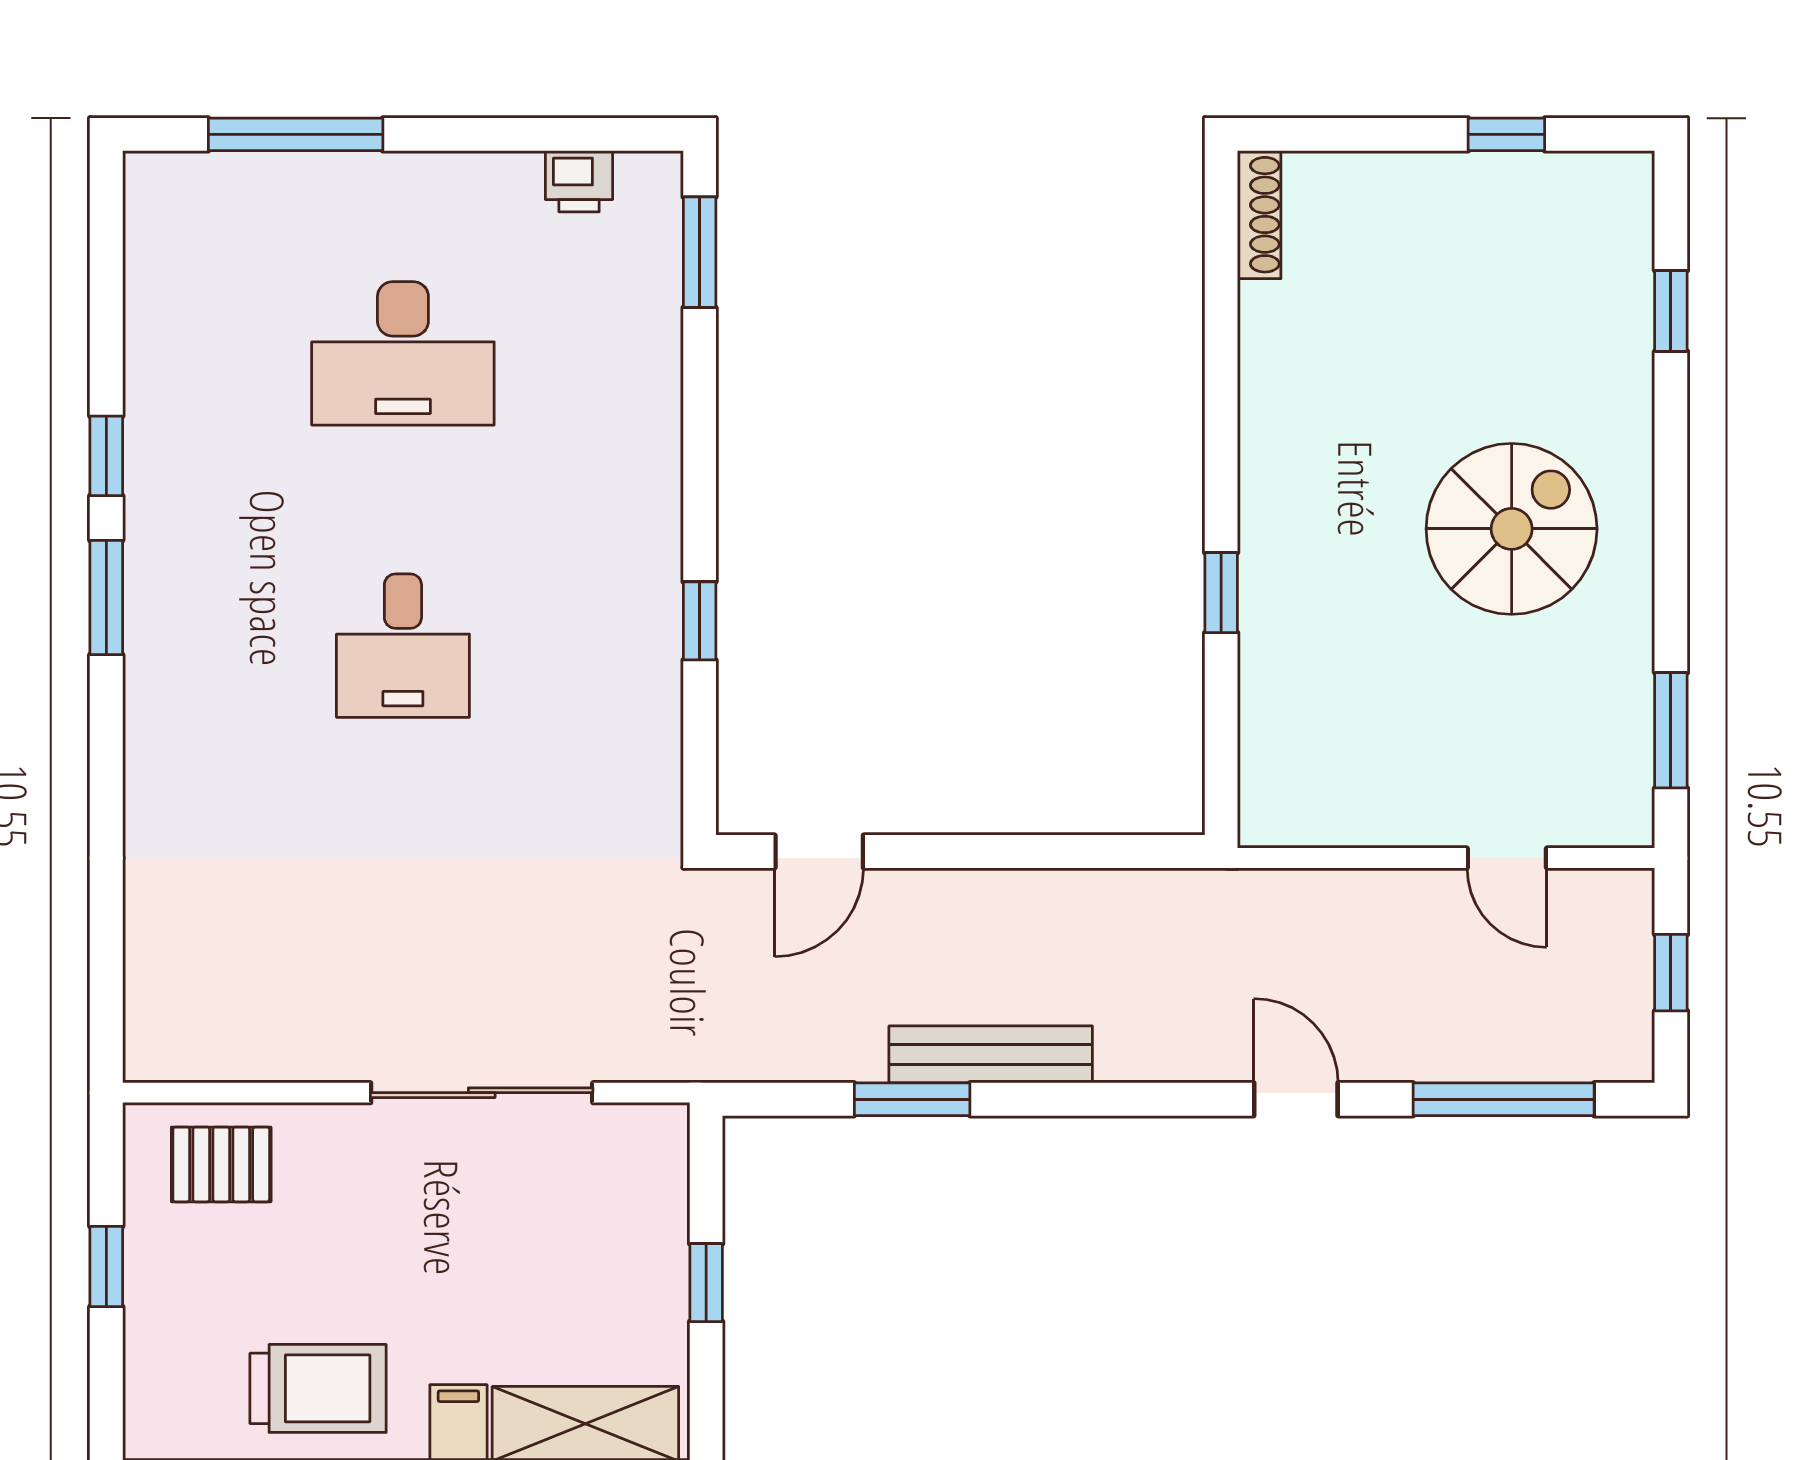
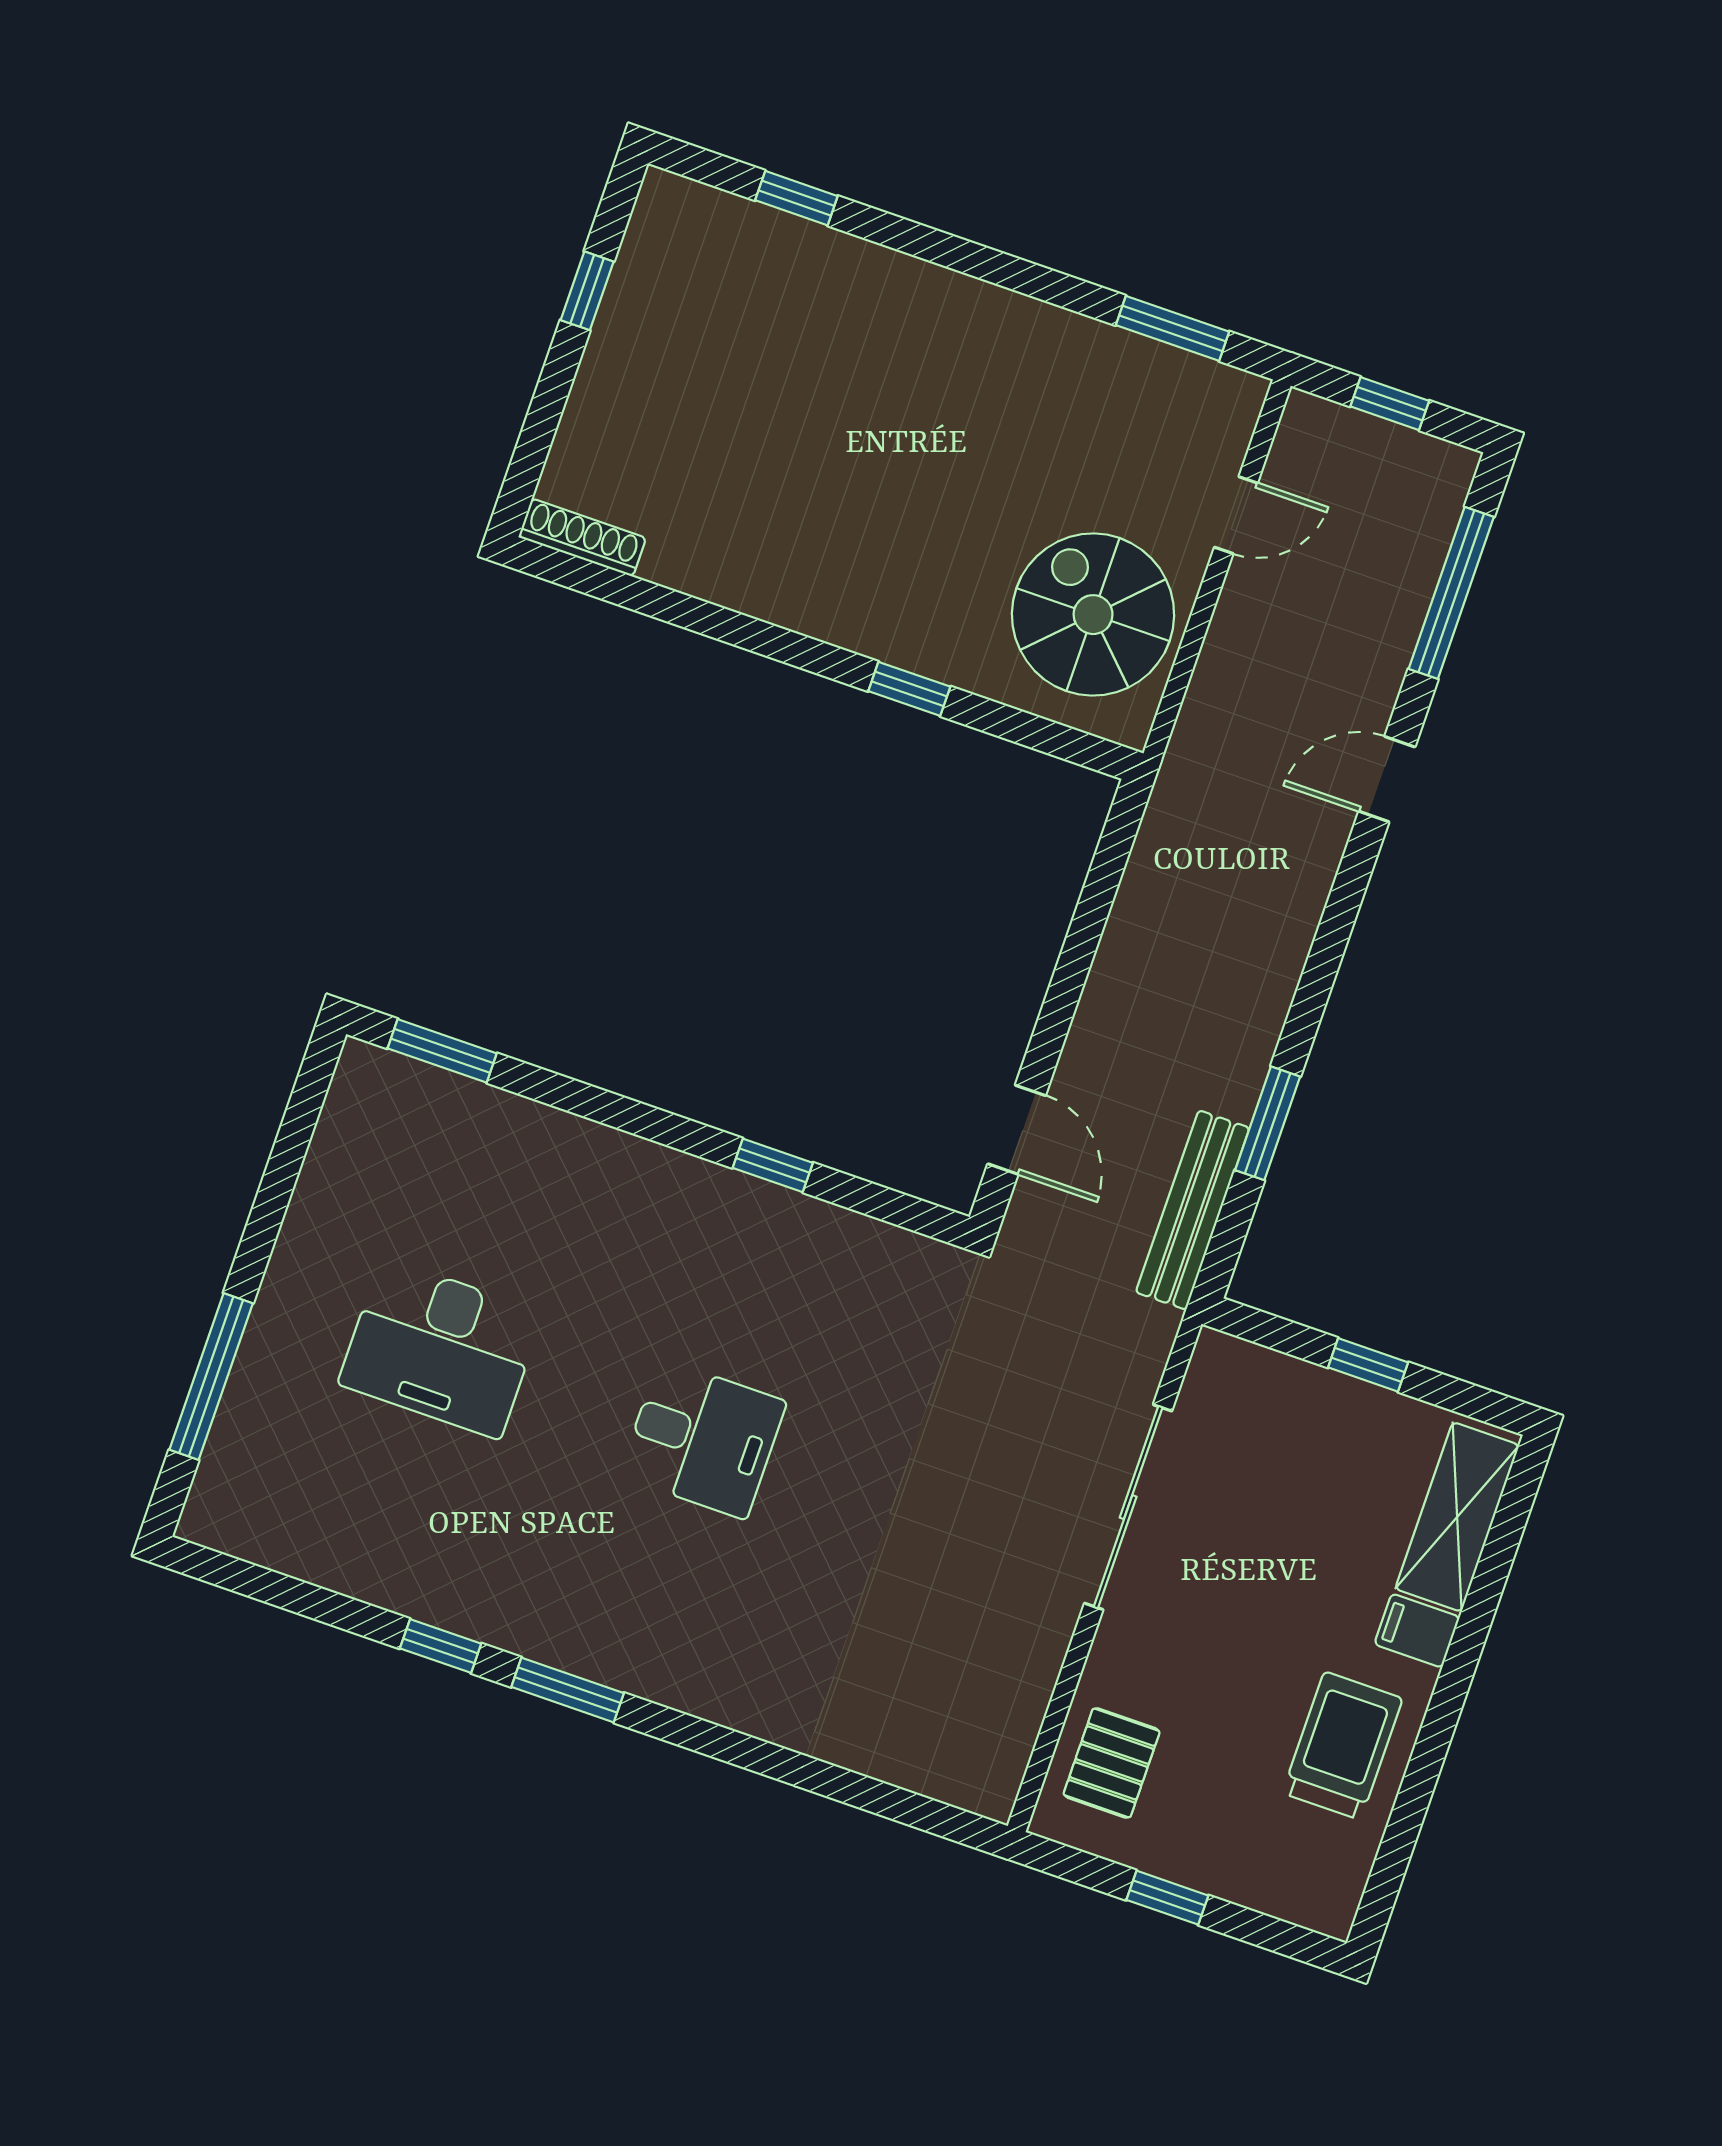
printer: (579, 181) -> (341, 1137), removed
desk: (403, 353) -> (441, 1348), turned 90
spiral stairs: (1512, 529) -> (1093, 615), moved
bench: (991, 1054) -> (1193, 1210), moved

